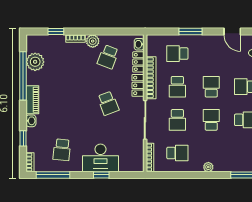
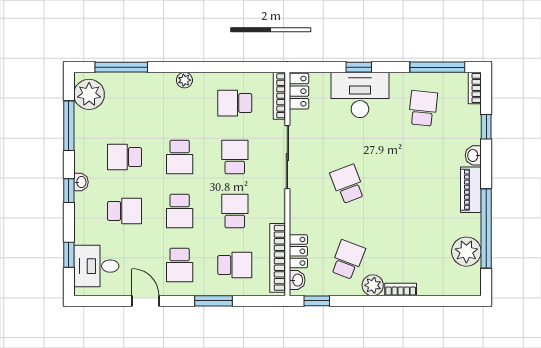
window: (56, 32) -> (317, 301), moved
school desk: (211, 54) -> (180, 265), added
bookcase: (151, 78) -> (278, 258), moved
locker: (138, 85) -> (299, 91), moved

